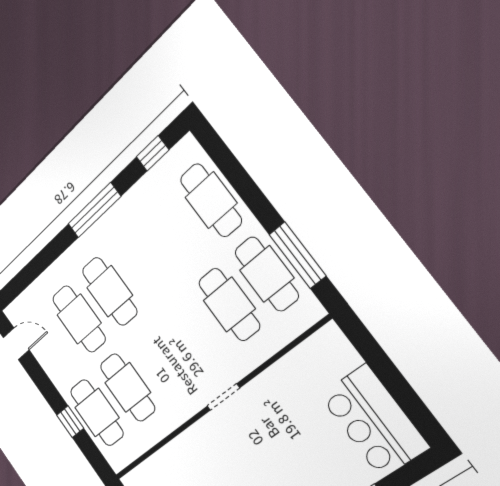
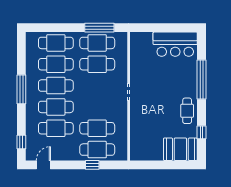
window: (153, 153) -> (21, 142), moved
cafe table: (175, 232) -> (56, 64), added
cafe table: (142, 262) -> (56, 86), added

